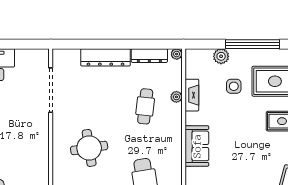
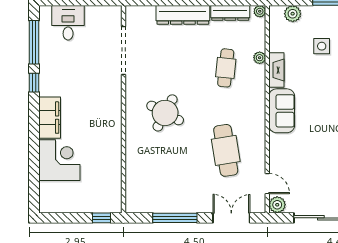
plant: (221, 56) -> (293, 14), moved
fireplace: (192, 95) -> (276, 70), moved
round table: (89, 148) -> (165, 113), turned 37

